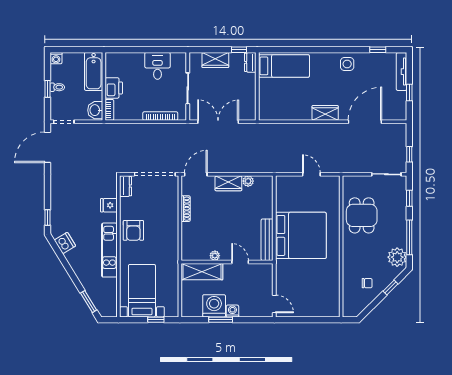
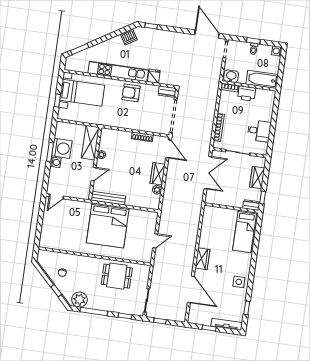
kitchen unit: (109, 250) -> (118, 71), width x1.36

